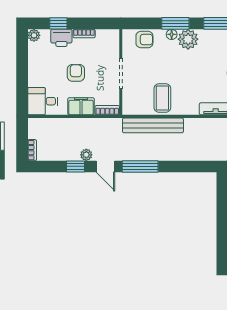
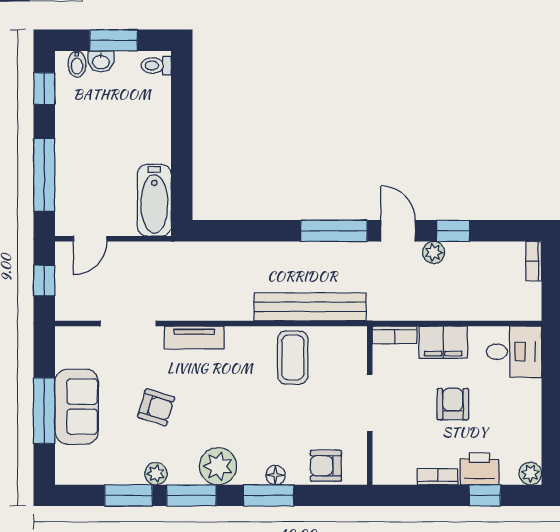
plant: (188, 39) -> (218, 466), moved
armchair: (76, 73) -> (453, 404), turned 180

